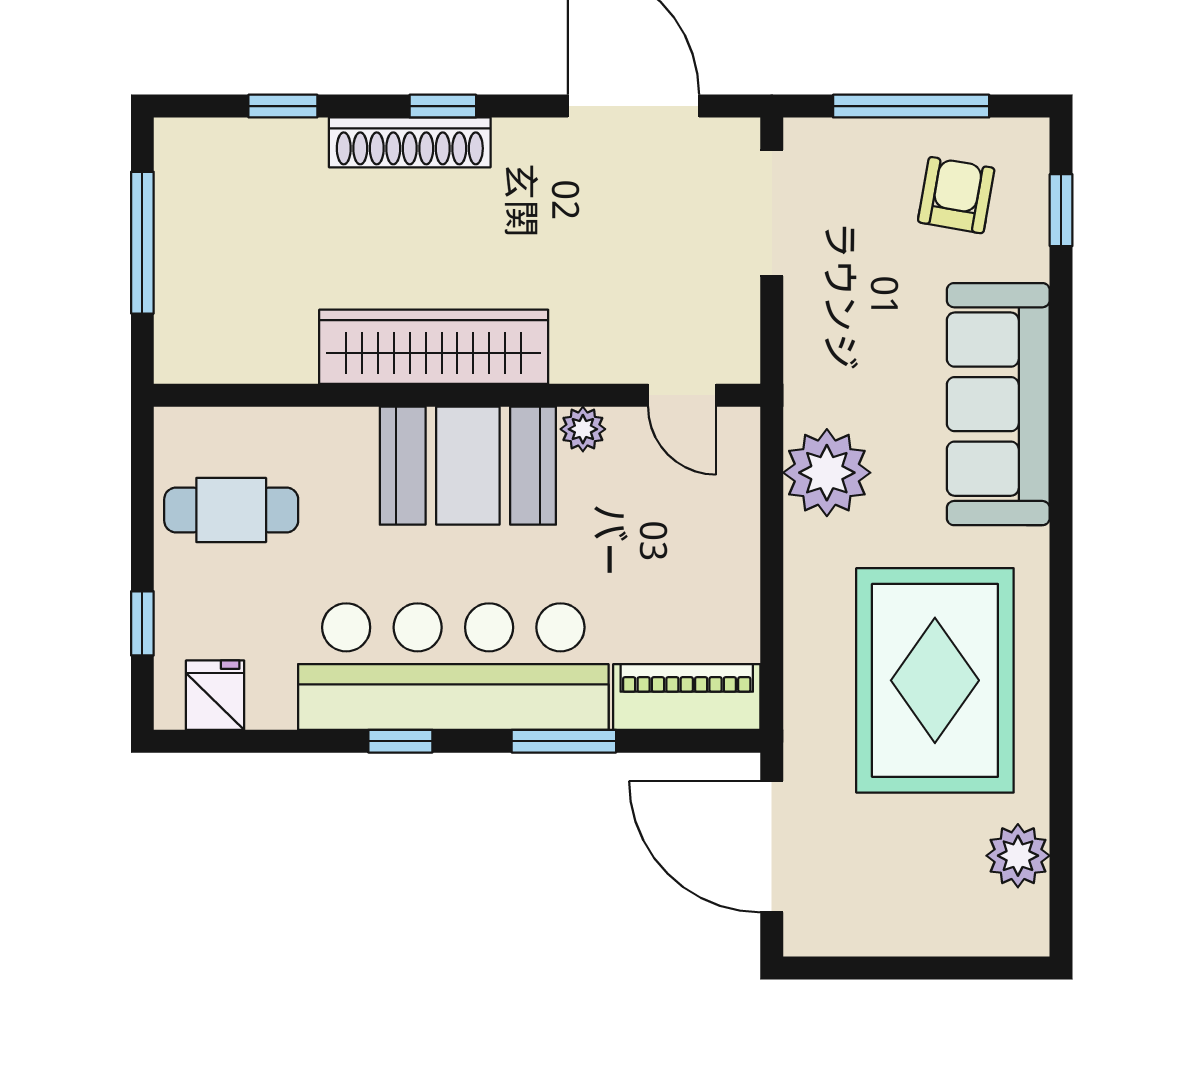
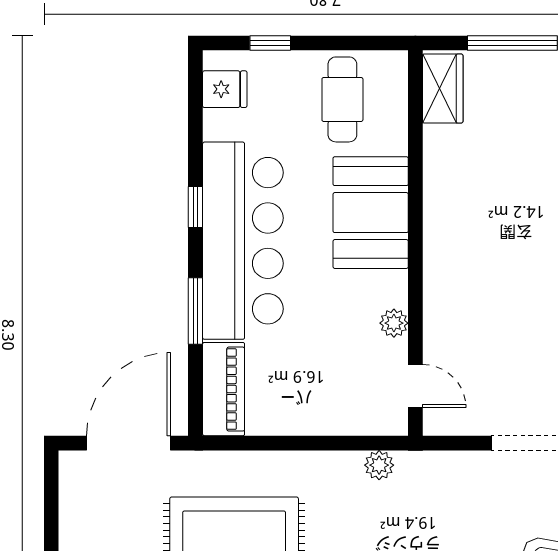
wardrobe: (434, 347) -> (443, 89), moved, width x0.48, depth x0.85
door: (682, 395) -> (415, 386), swing flipped
booth: (468, 466) -> (371, 213), moved
plant: (827, 473) -> (379, 465), width x0.53, depth x0.53

